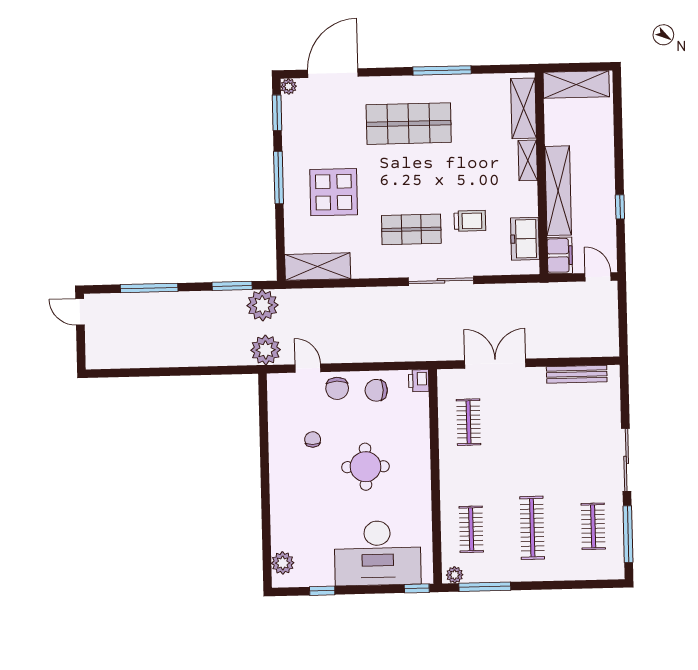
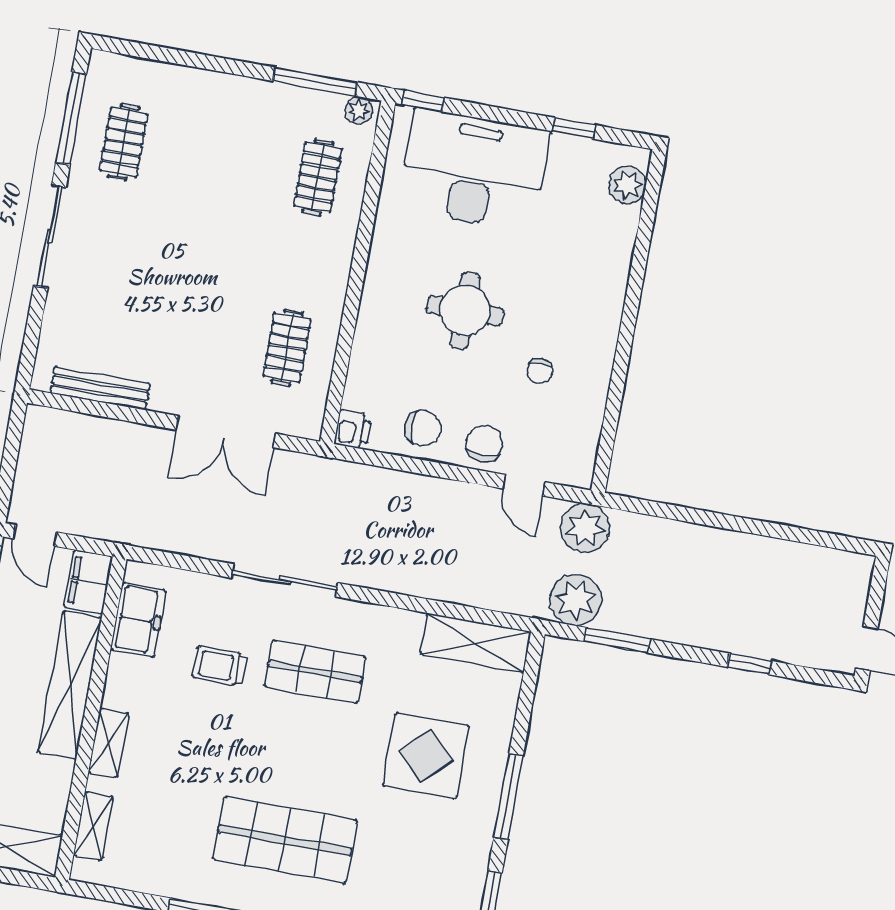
shelving: (523, 108) -> (93, 826), width x0.67, depth x0.75
window: (149, 288) -> (749, 664), width x0.46
clothes rail: (532, 528) -> (221, 160), removed

